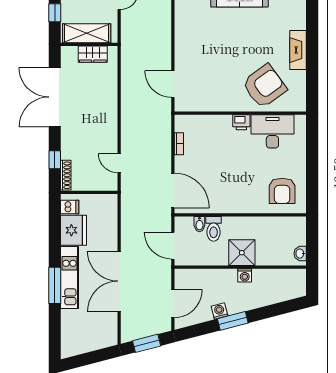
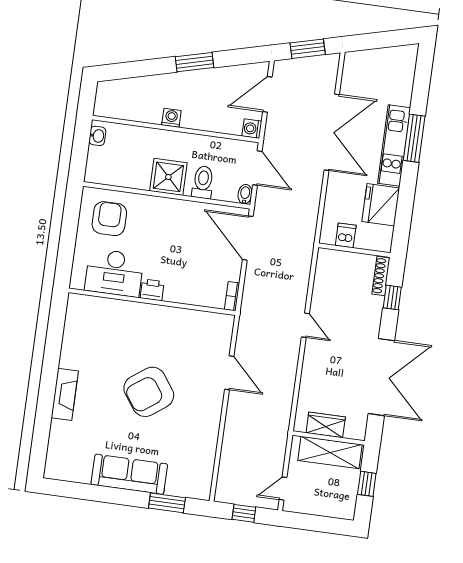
armchair: (264, 86) -> (149, 392), moved
wall: (240, 113) -> (152, 302), moved
printer: (241, 122) -> (152, 290), moved
desk: (272, 131) -> (114, 273), moved
door: (119, 163) -> (305, 325), moved
dishwasher: (70, 207) -> (346, 235), moved, turned 90
bidet: (199, 224) -> (245, 194), moved
shower: (242, 253) -> (168, 177), moved
washing machine: (219, 311) -> (252, 129), moved, turned 105

